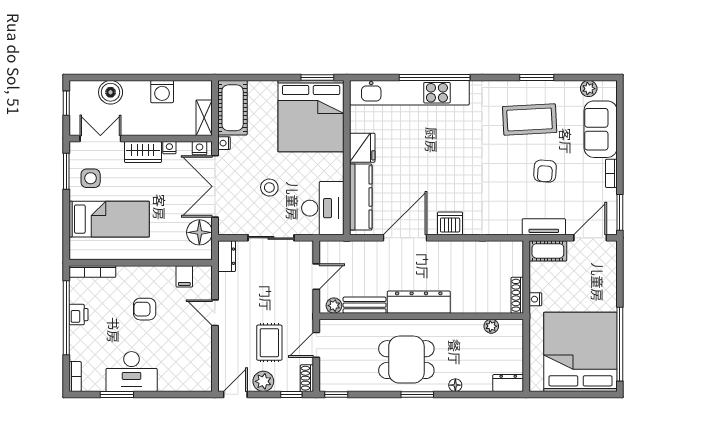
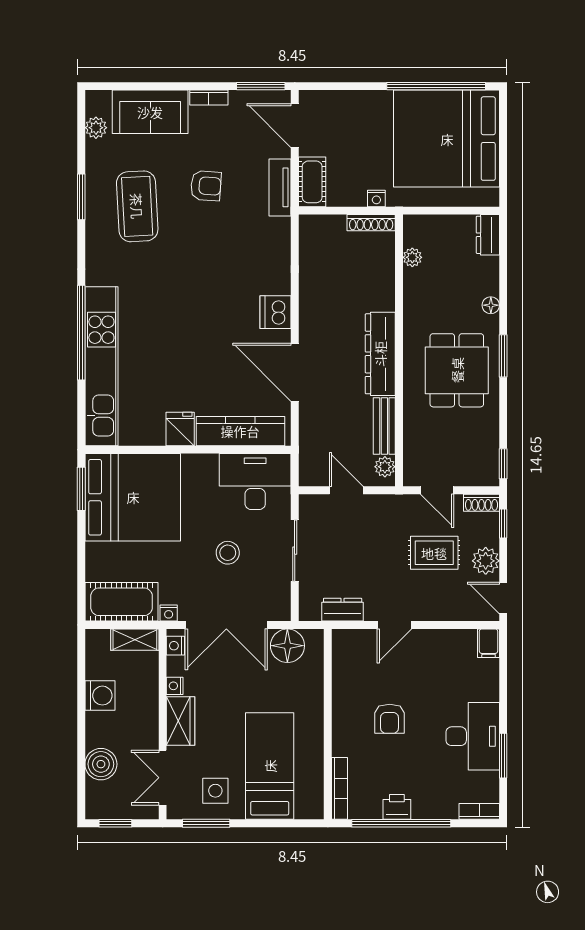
fridge: (362, 148) -> (180, 429), width x0.72
dresser: (227, 256) -> (343, 610), moved
filing cabinet: (184, 276) -> (489, 643), moved, turned 90

